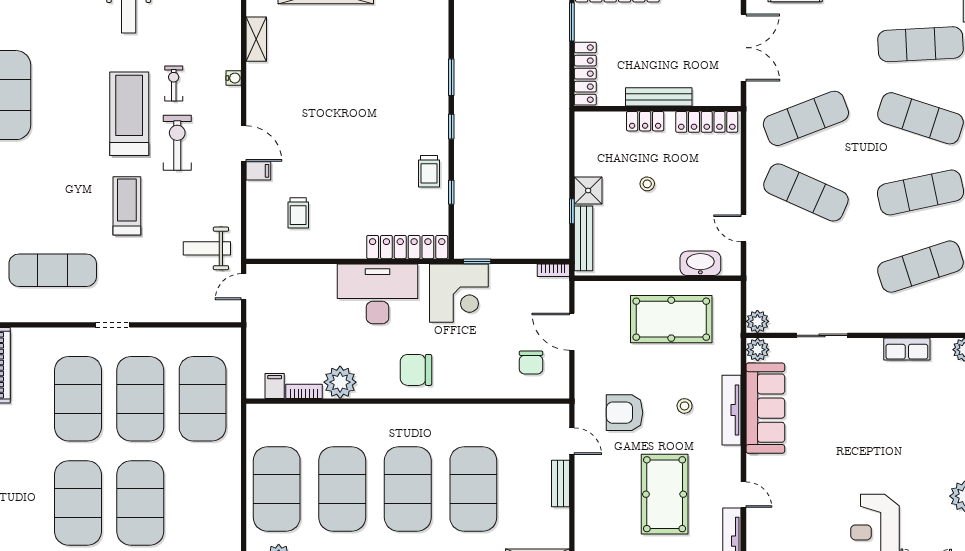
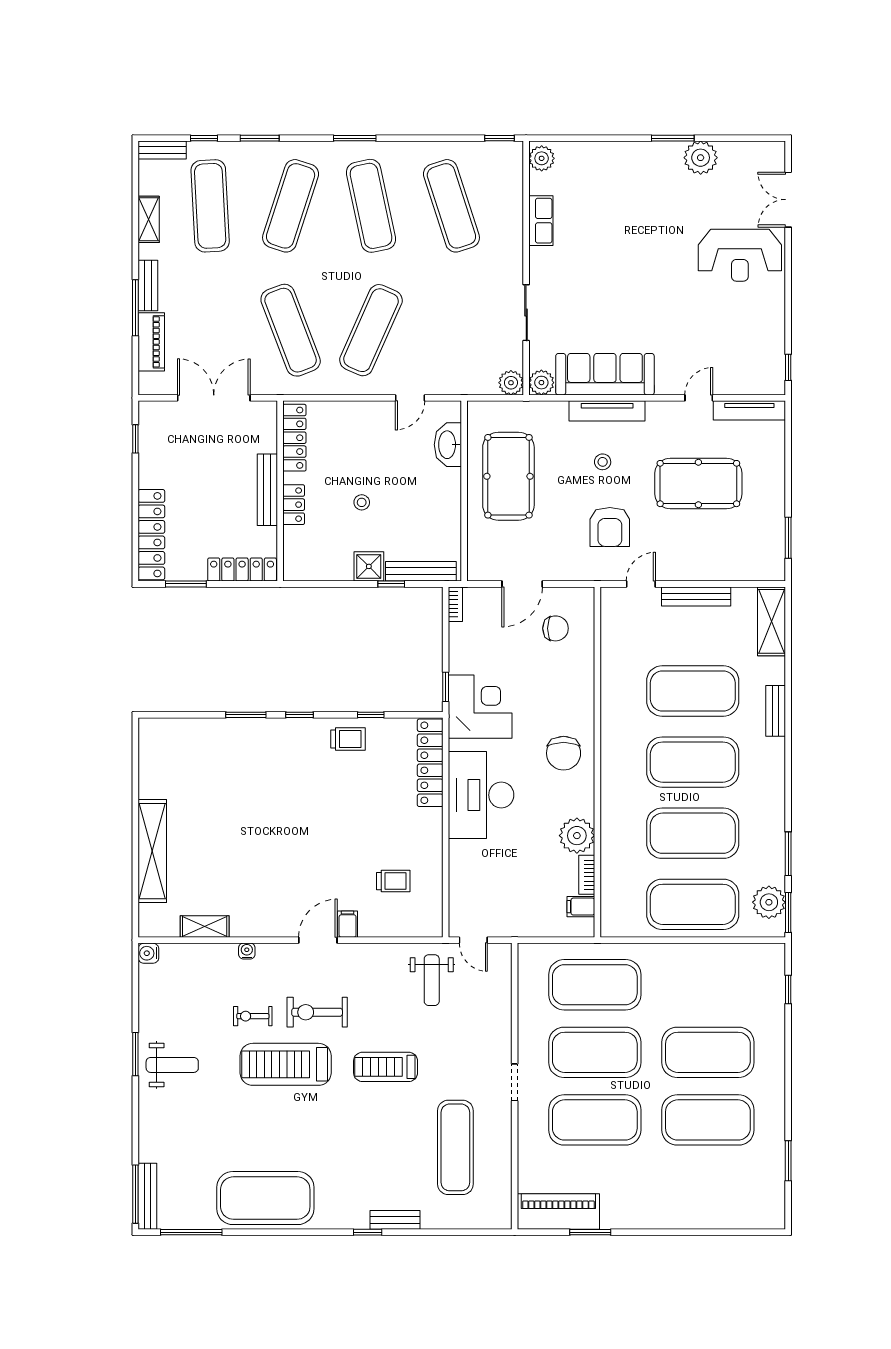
bench: (560, 484) -> (696, 596), width x1.36

